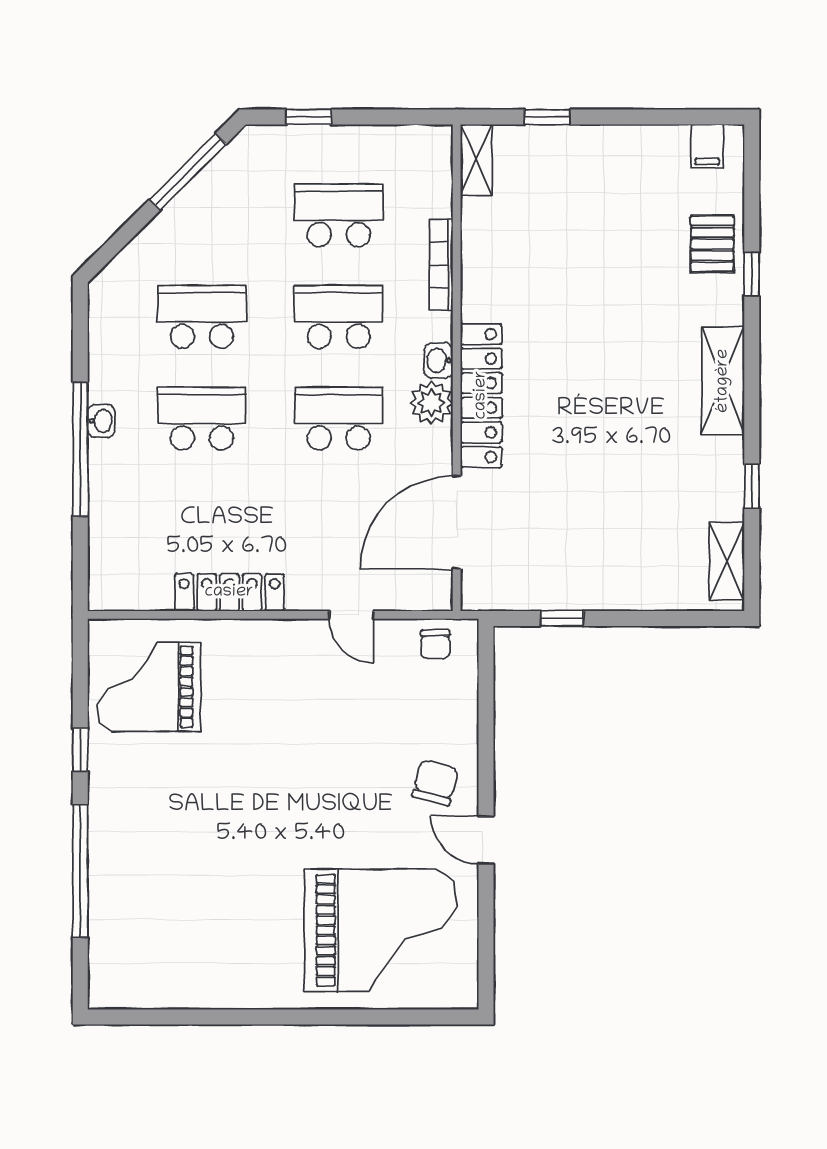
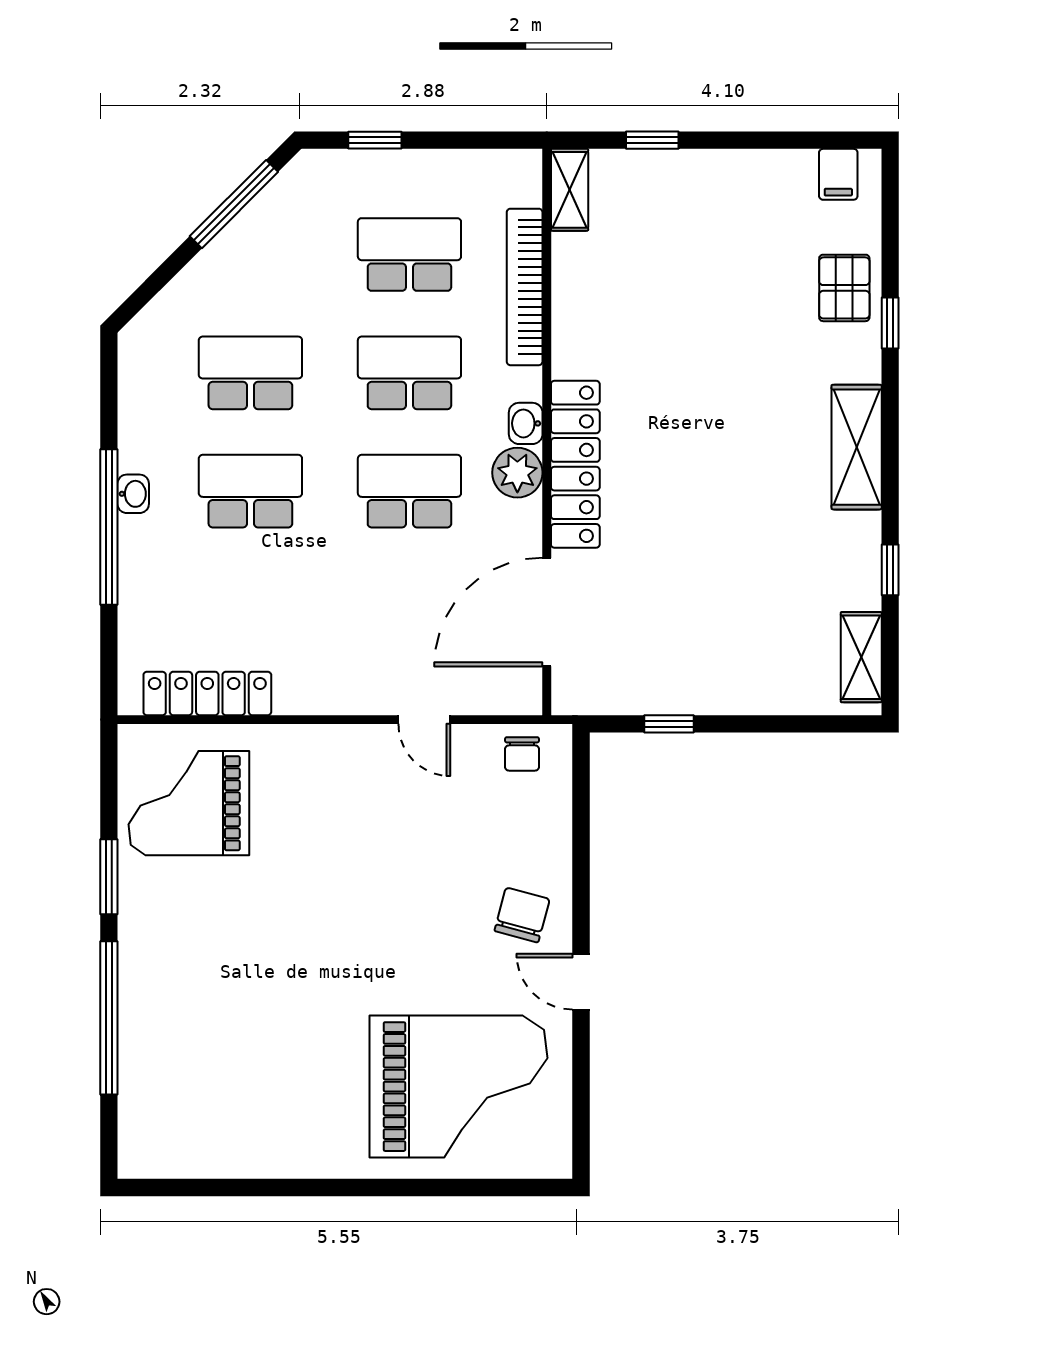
bookcase: (441, 265) -> (525, 287), width x1.48, depth x1.31
locker: (229, 592) -> (207, 693), moved
window: (80, 750) -> (109, 877), width x1.50

